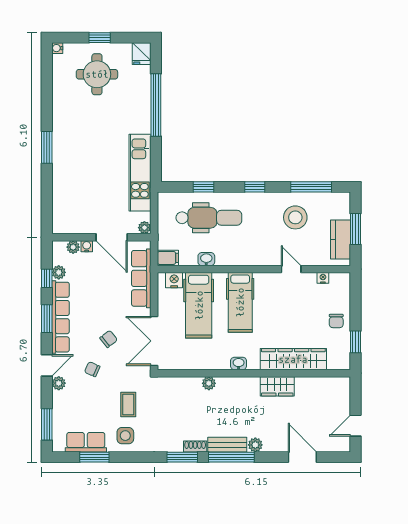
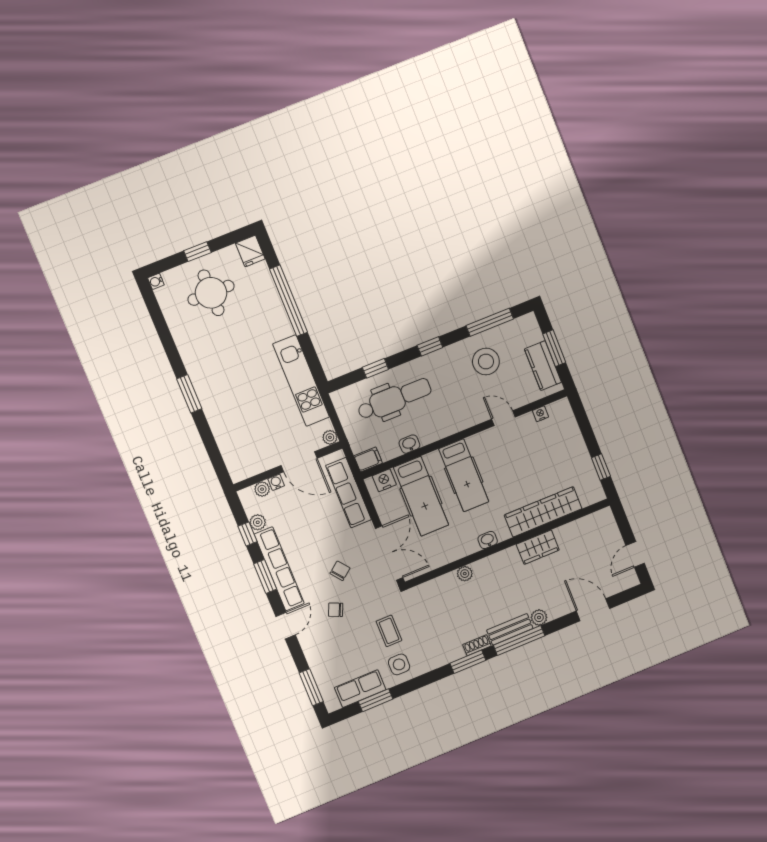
chair: (336, 321) -> (572, 453), removed
double door: (154, 341) -> (389, 553), swing flipped
plant: (59, 383) -> (306, 639), removed

